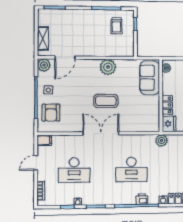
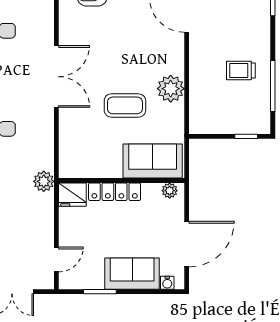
trolley: (116, 26) -> (241, 71), moved
coffee table: (106, 101) -> (125, 105), moved, turned 90
locker: (167, 105) -> (115, 192), width x1.53

